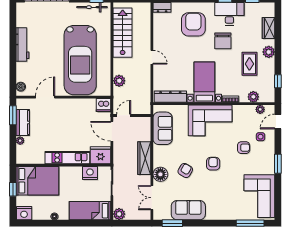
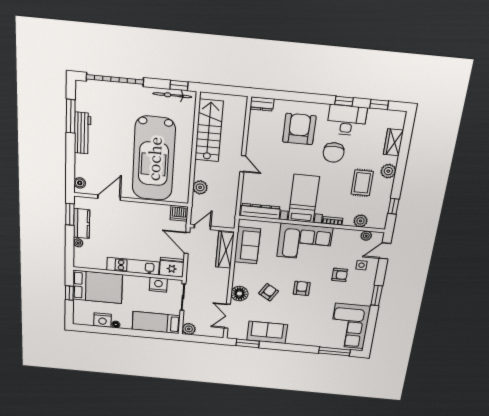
window: (13, 32) -> (71, 116), added
wardrobe: (144, 158) -> (225, 250), moved
nightstand: (24, 213) -> (103, 320), moved

